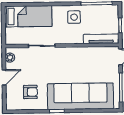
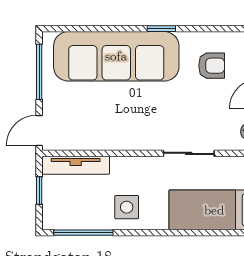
armchair: (30, 92) -> (212, 66), turned 180

